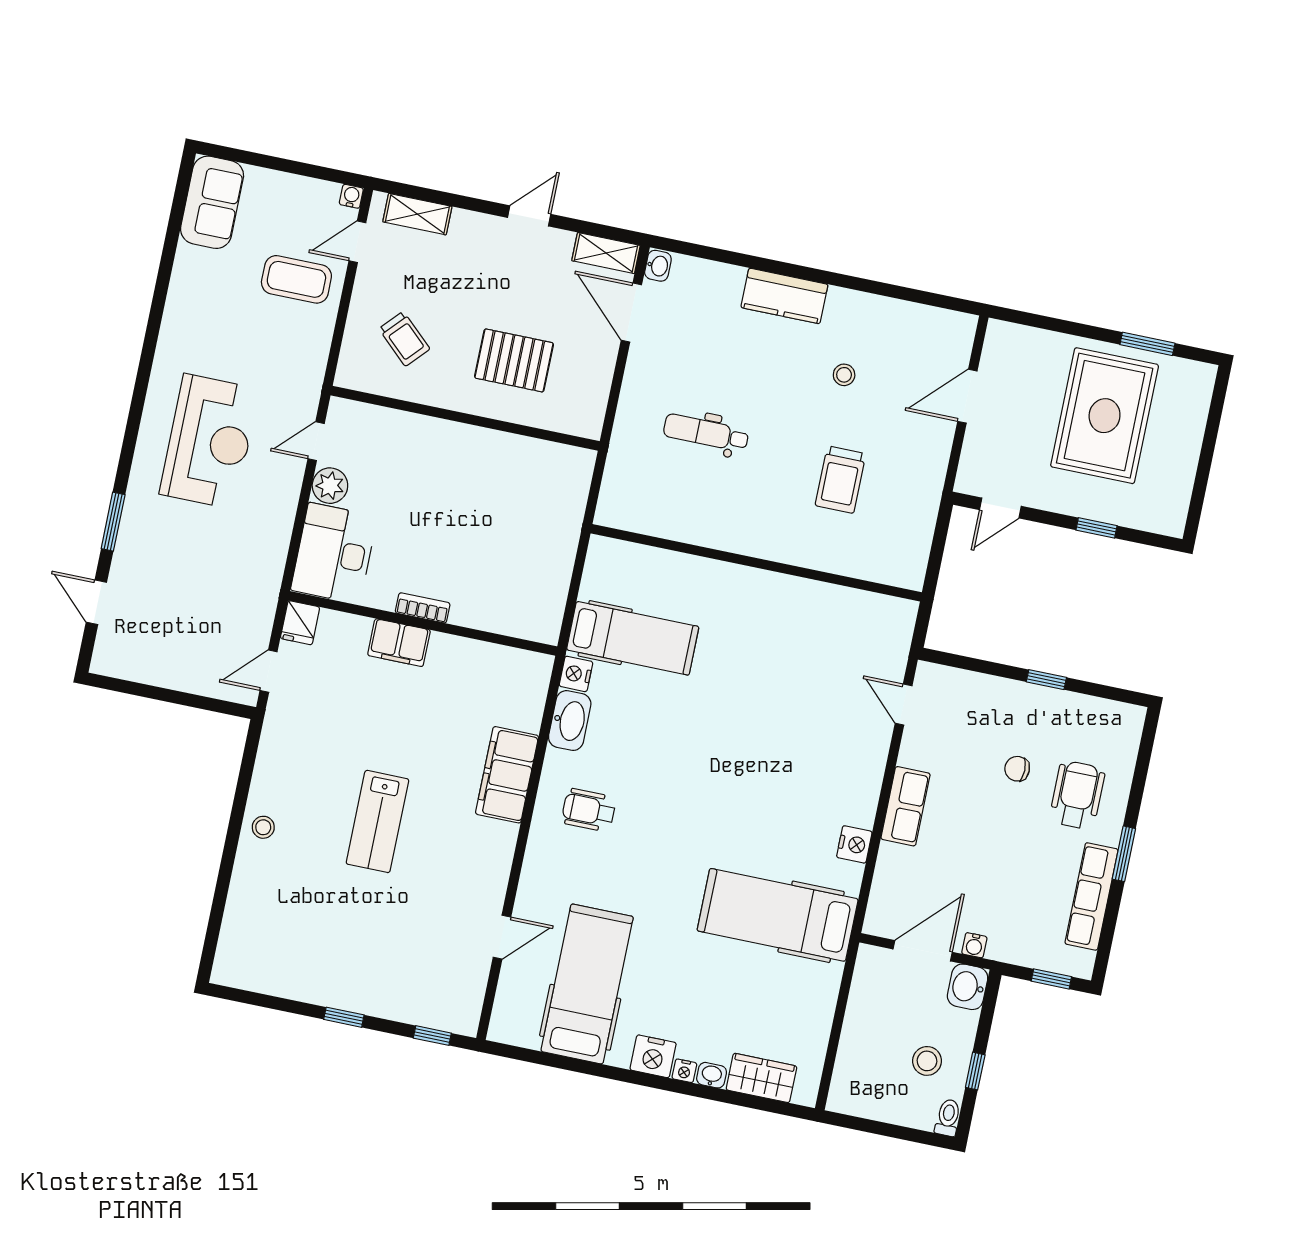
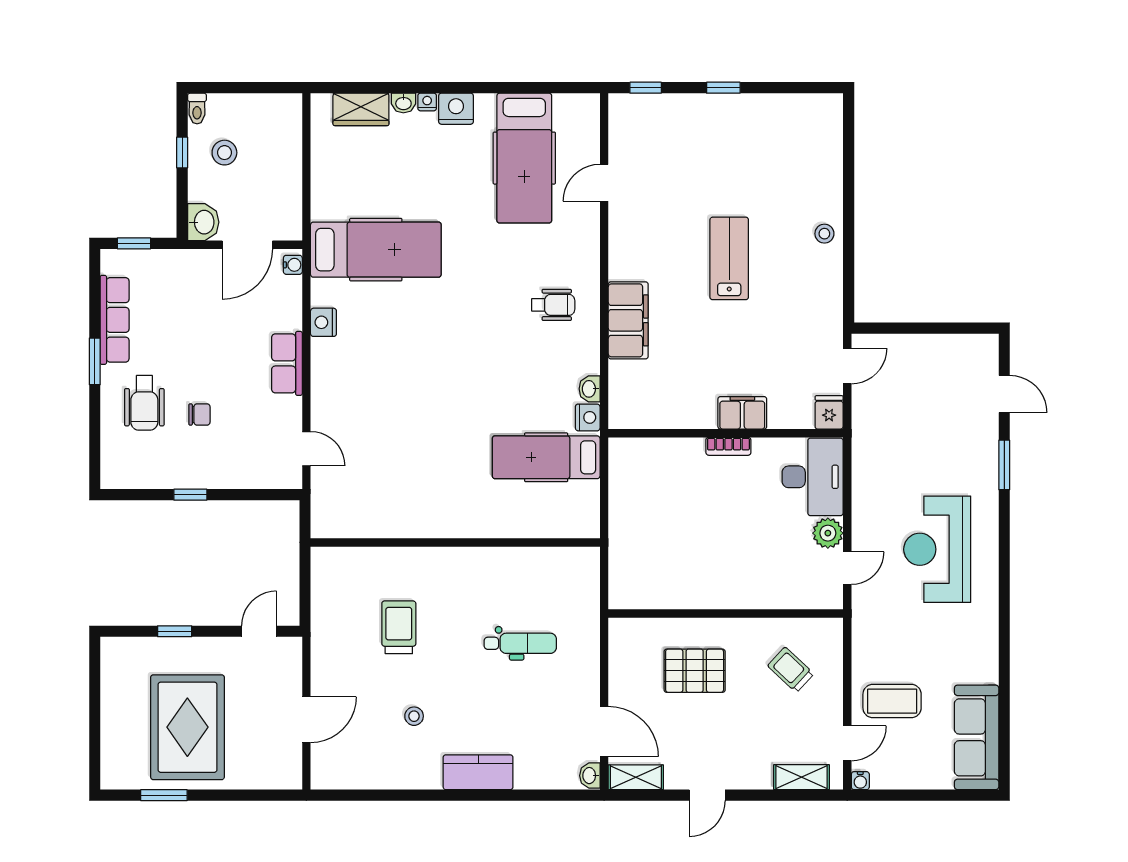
sofa: (212, 202) -> (977, 737), width x1.36
washbasin: (570, 721) -> (590, 389), width x0.52, depth x0.69
water cooler: (974, 945) -> (293, 265), moved, turned 90

